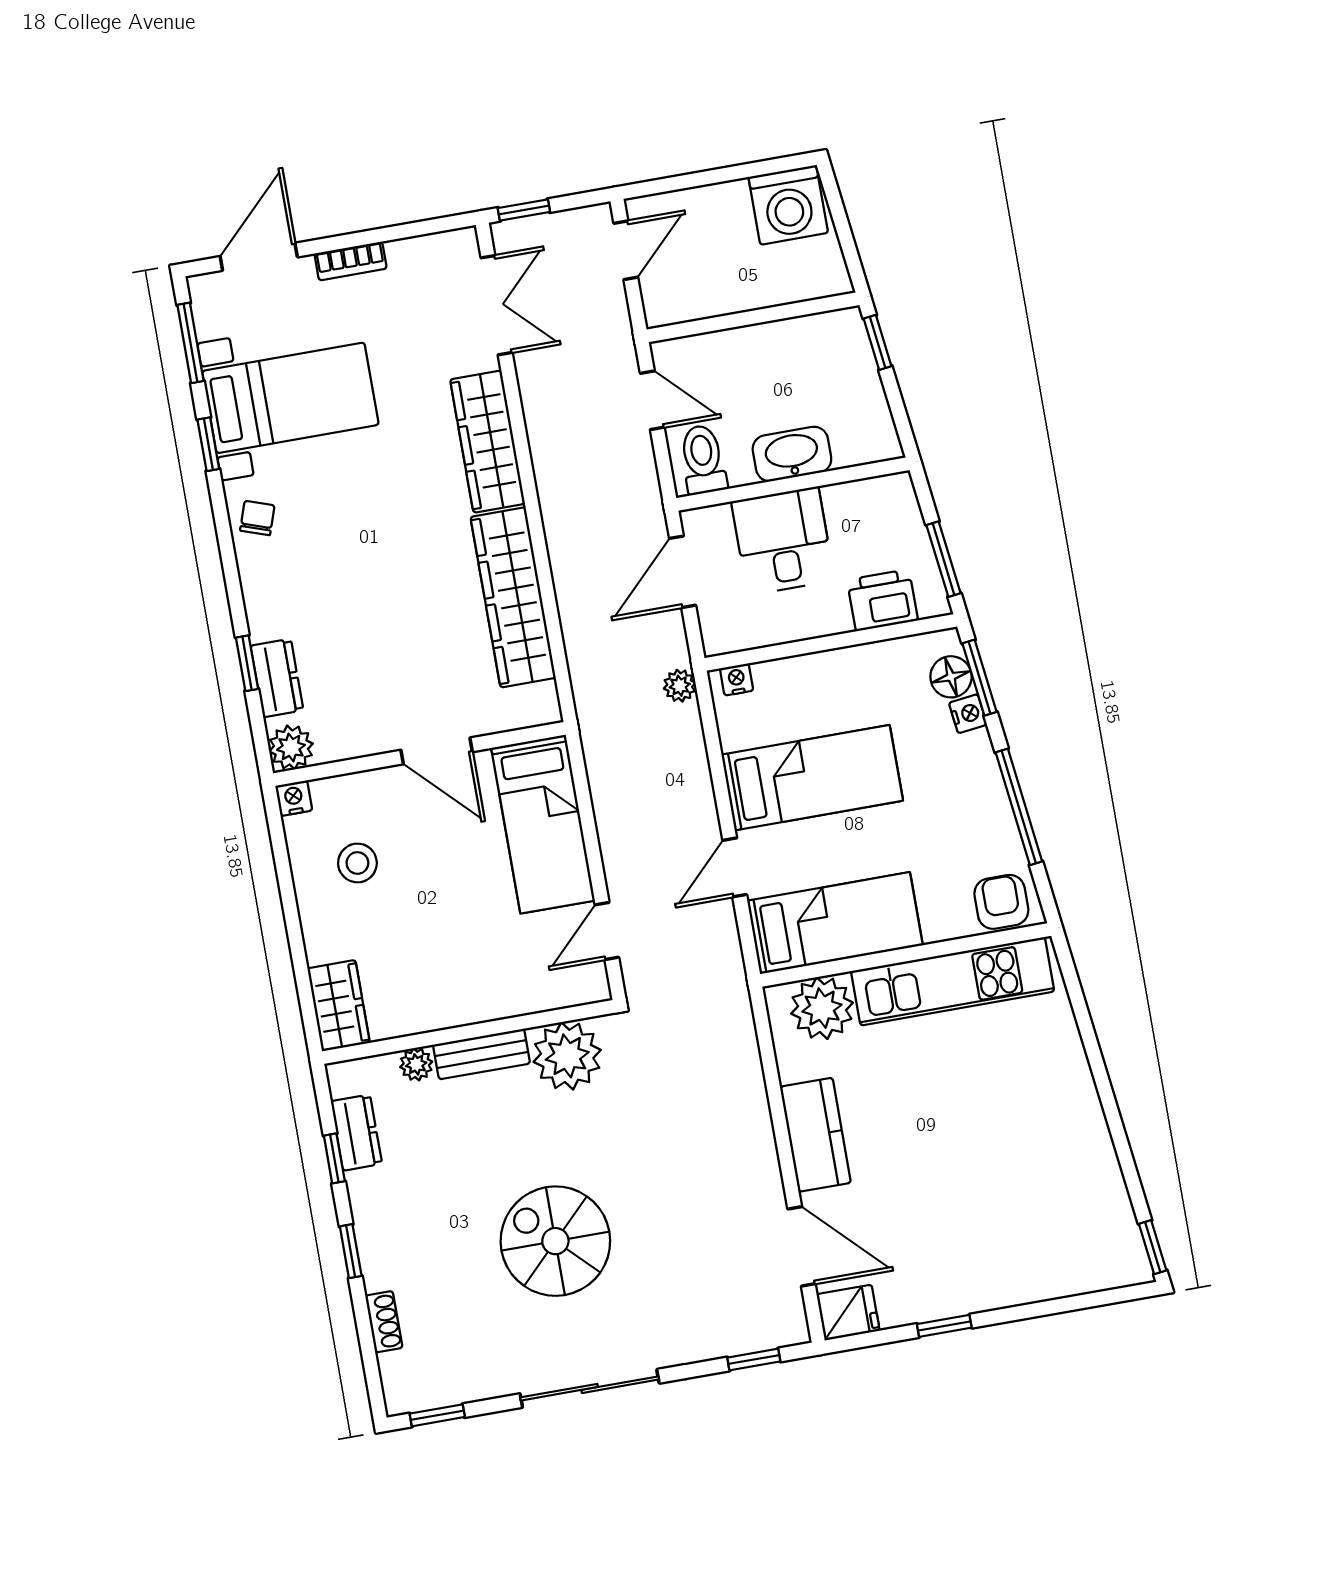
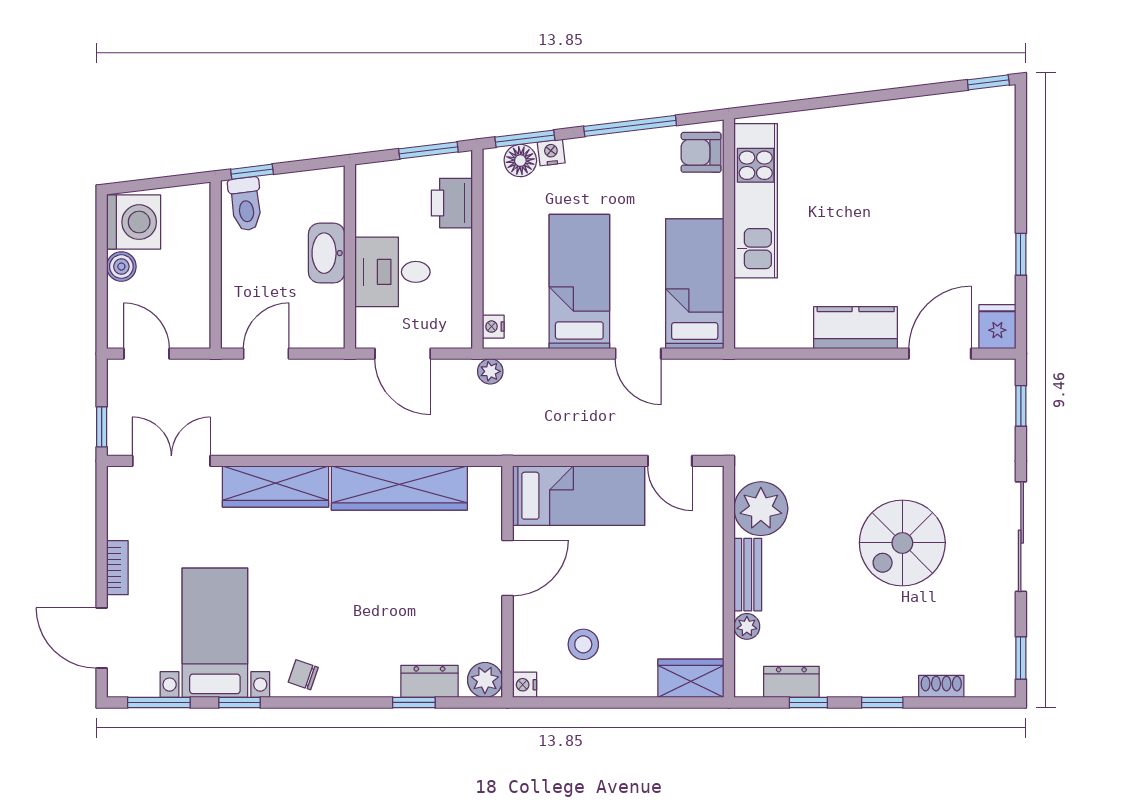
boiler: (730, 199) -> (121, 267), added
toilet: (703, 459) -> (246, 204), moved, turned -97
plant: (822, 1008) -> (759, 305), removed

